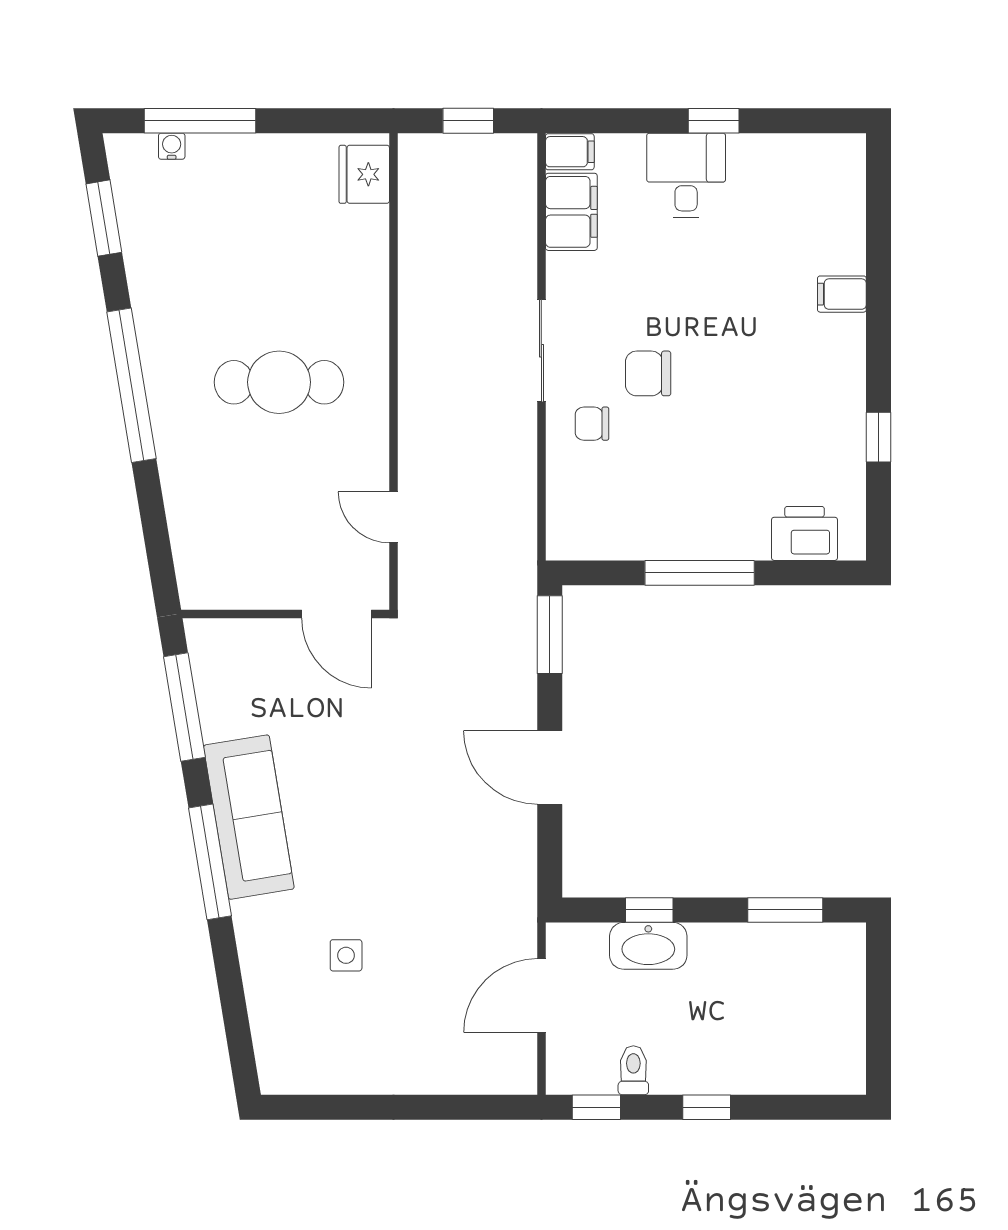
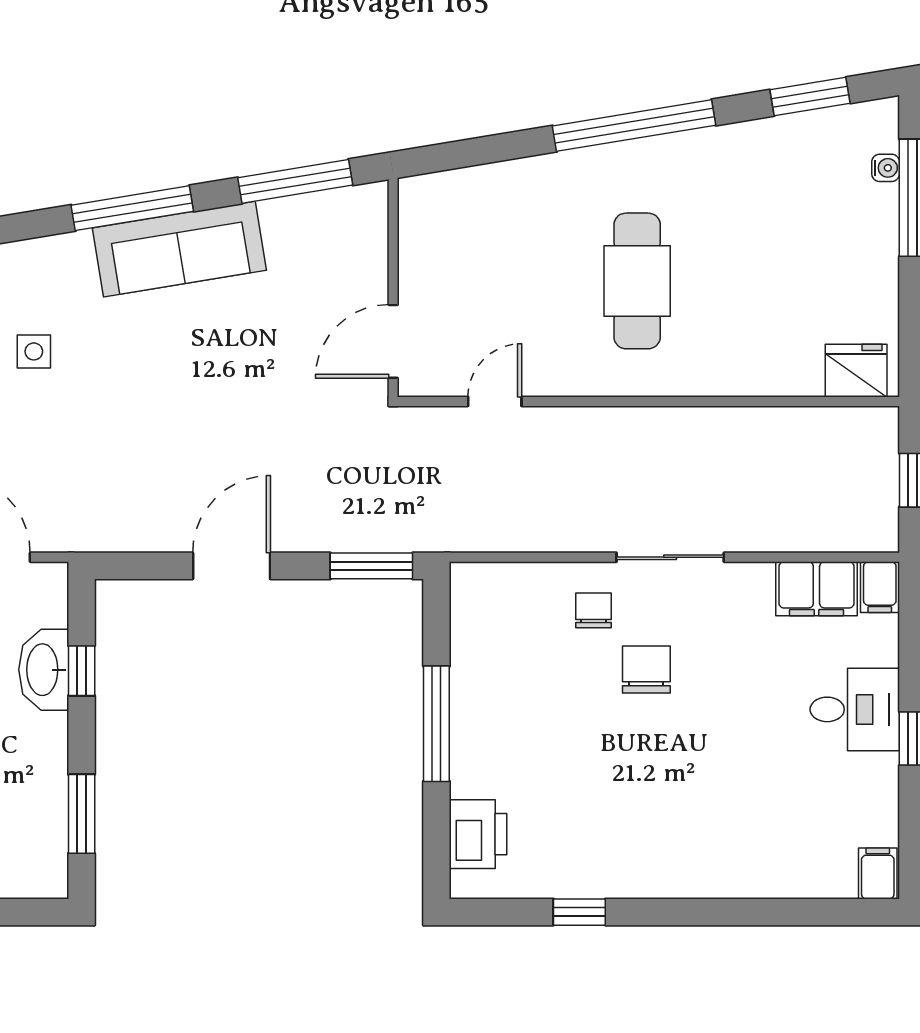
filing cabinet: (842, 294) -> (878, 873), moved

